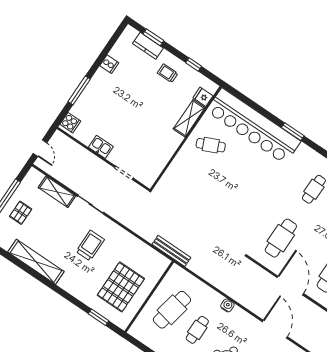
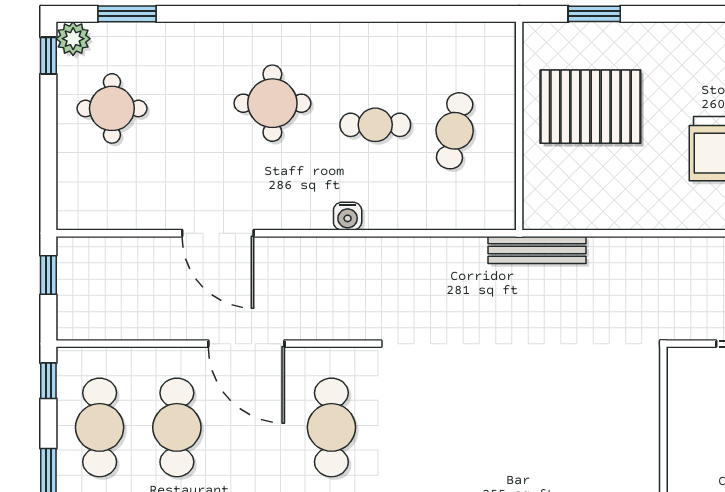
pallet: (121, 287) -> (590, 107), turned 90
cafe table: (172, 310) -> (455, 131), width x0.73, depth x0.74
cafe table: (197, 330) -> (375, 125), turned 90

